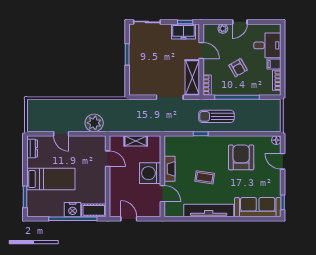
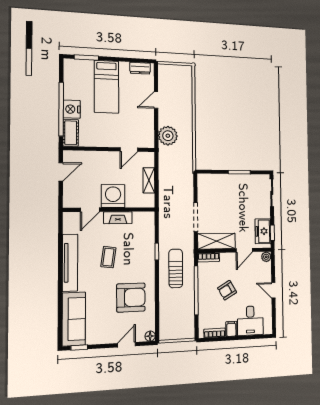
plant: (223, 29) -> (266, 257), moved

